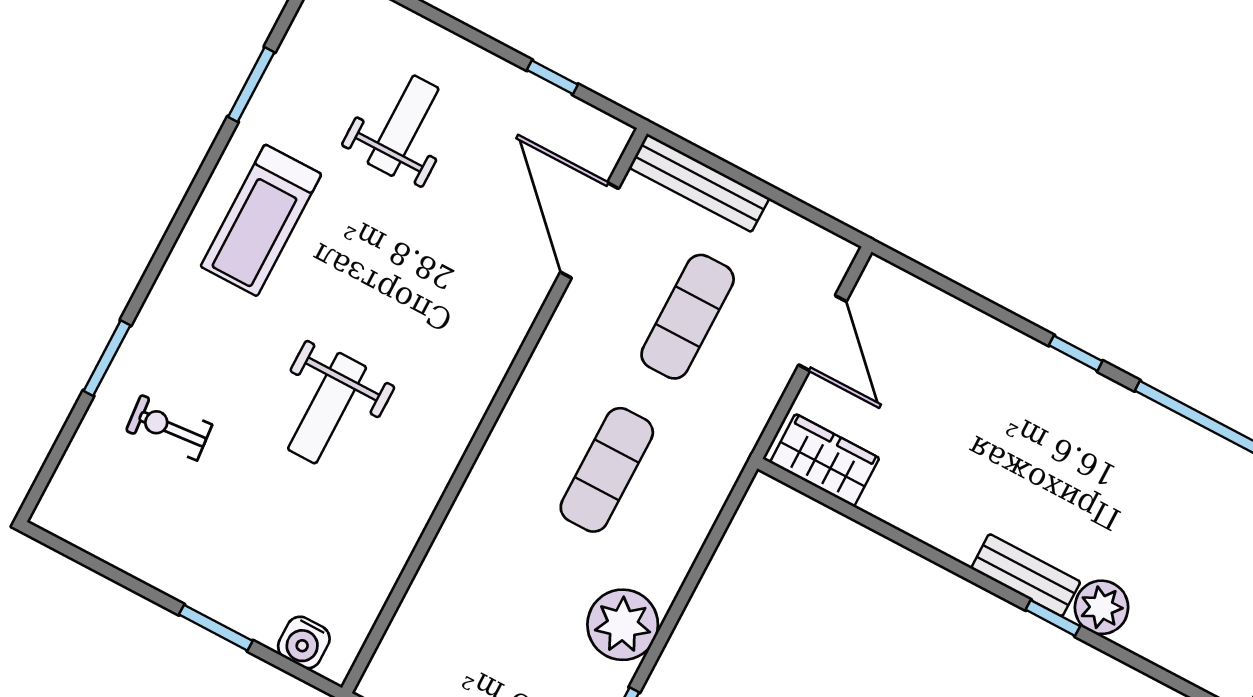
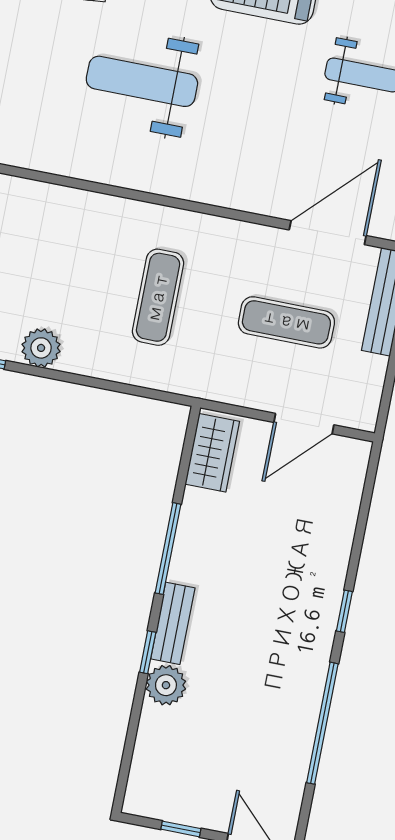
weight bench: (327, 408) -> (142, 81), width x1.36, depth x1.33
exercise mat: (607, 470) -> (158, 297), turned 90
window: (929, 553) -> (168, 549), added
plant: (623, 625) -> (41, 348), width x0.73, depth x0.73

